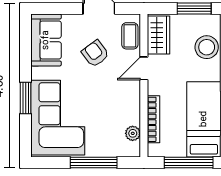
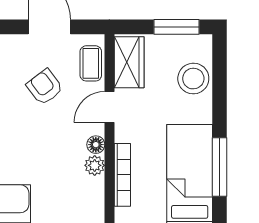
floor lamp: (134, 97) -> (96, 145), added
plant: (133, 133) -> (95, 165), moved

